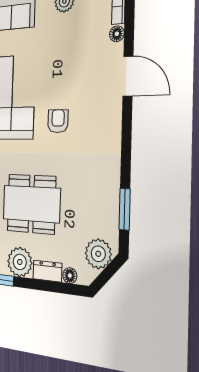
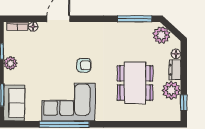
armchair: (58, 121) -> (84, 65), turned 180
window: (125, 209) -> (135, 19), width x1.44

